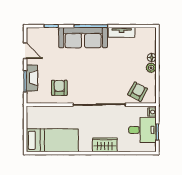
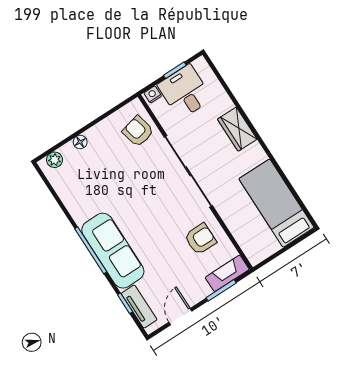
tv unit: (122, 32) -> (139, 307), moved
plant: (151, 68) -> (55, 160), moved
fireplace: (32, 78) -> (227, 273), moved
armchair: (59, 88) -> (200, 239), turned 180
armchair: (138, 92) -> (138, 131), turned 49

